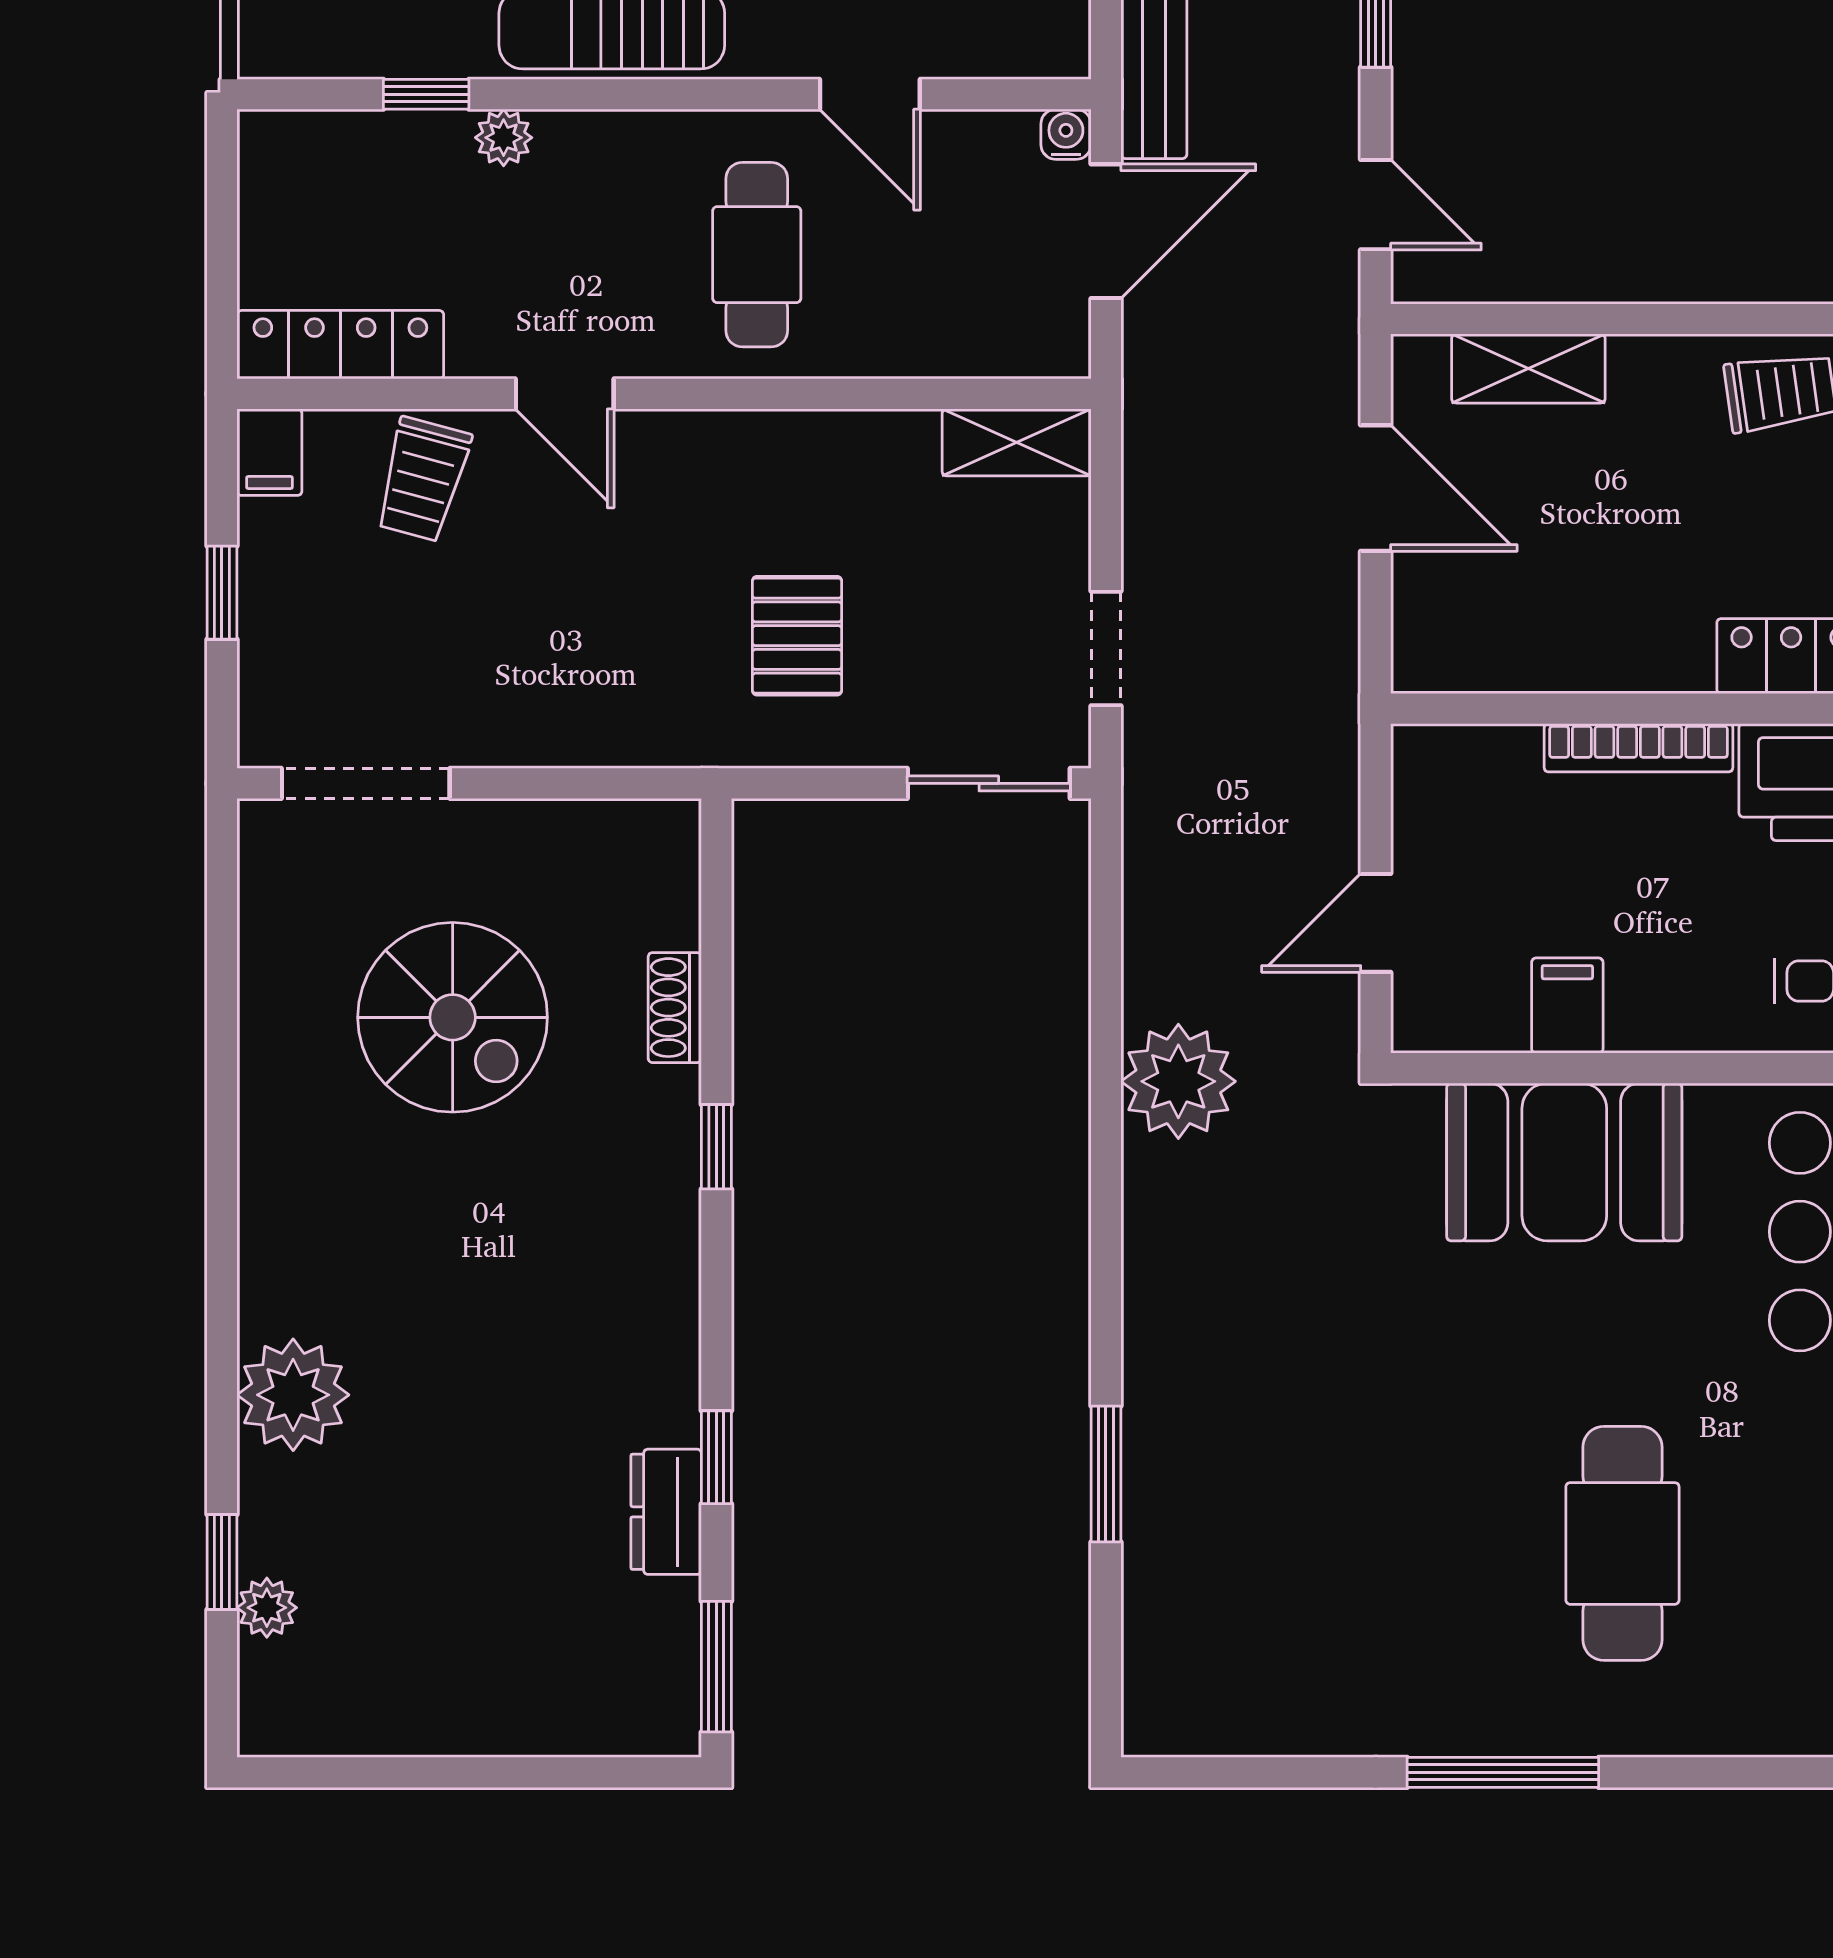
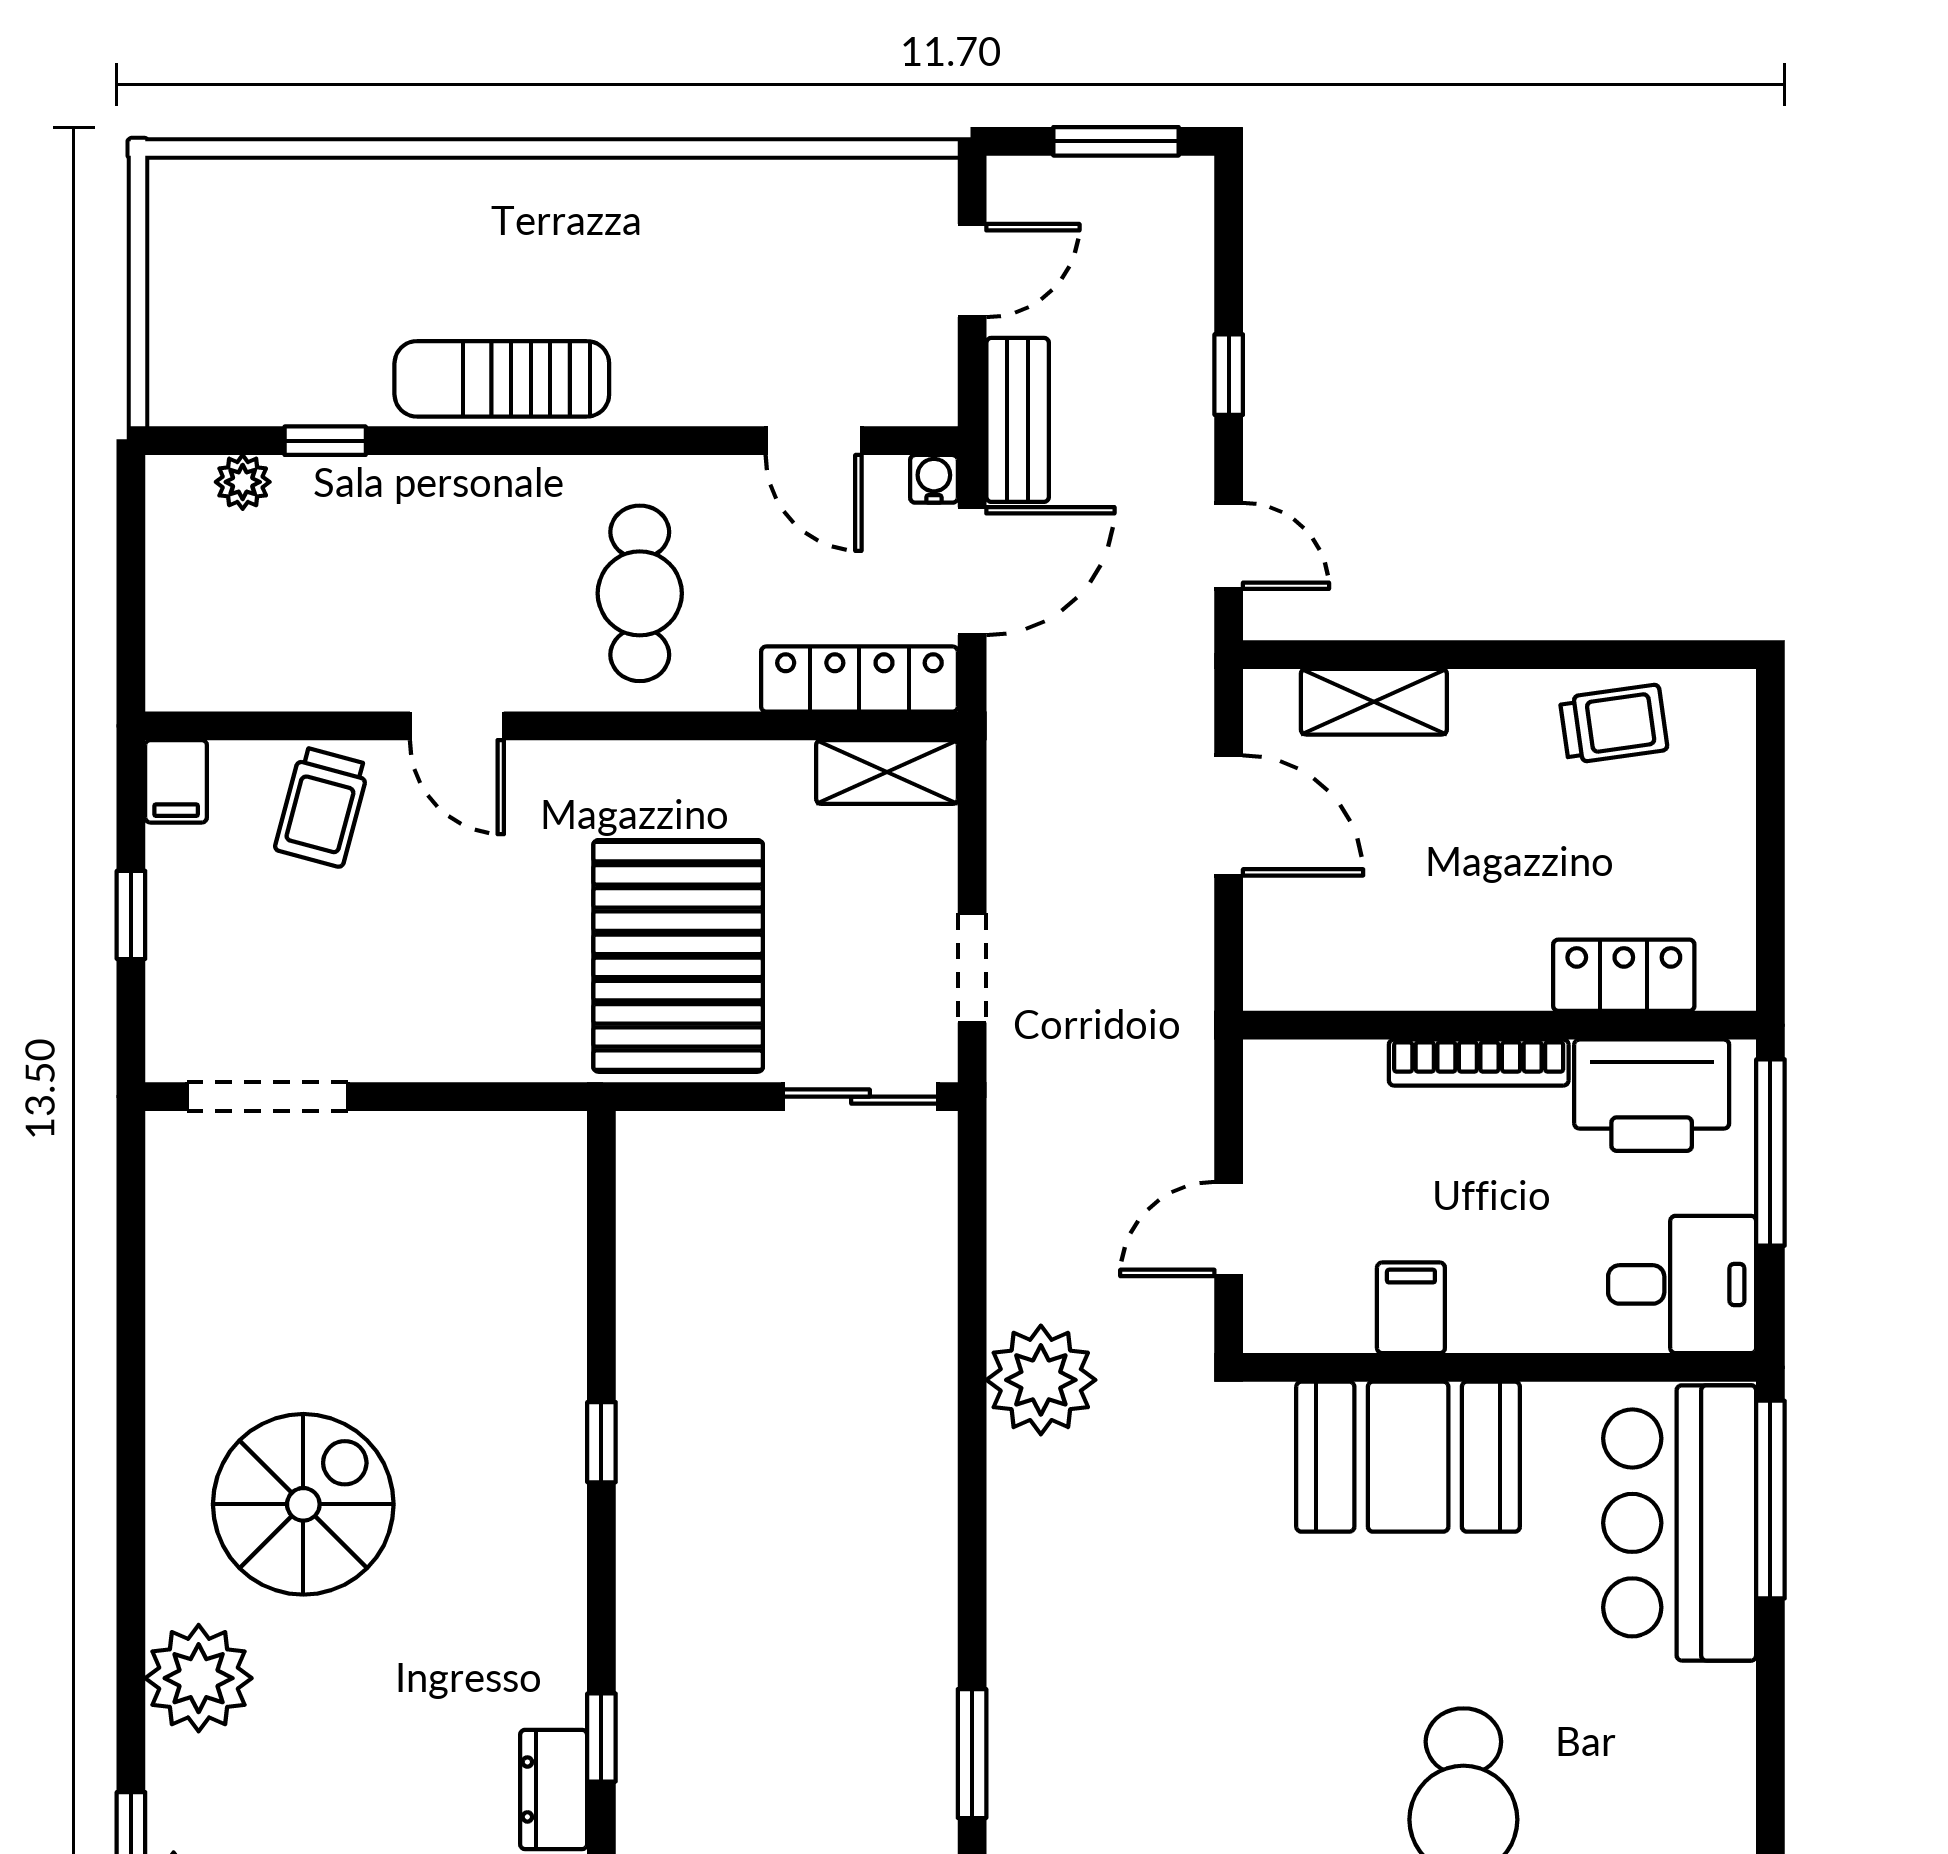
door: (870, 94) -> (814, 441), moved
plant: (504, 138) -> (243, 482), moved
locker: (340, 345) -> (859, 679), moved
pallet: (797, 636) -> (678, 956), width x2.05, depth x2.00
shoe rack: (675, 1008) -> (562, 1310), removed
spiral stairs: (453, 1017) -> (303, 1504), moved, turned -90

